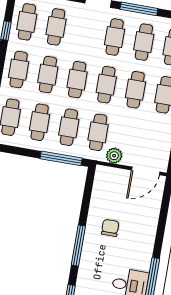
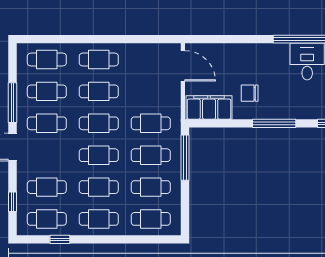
plant: (114, 156) -> (173, 102), removed
filing cabinet: (103, 188) -> (209, 107), added

